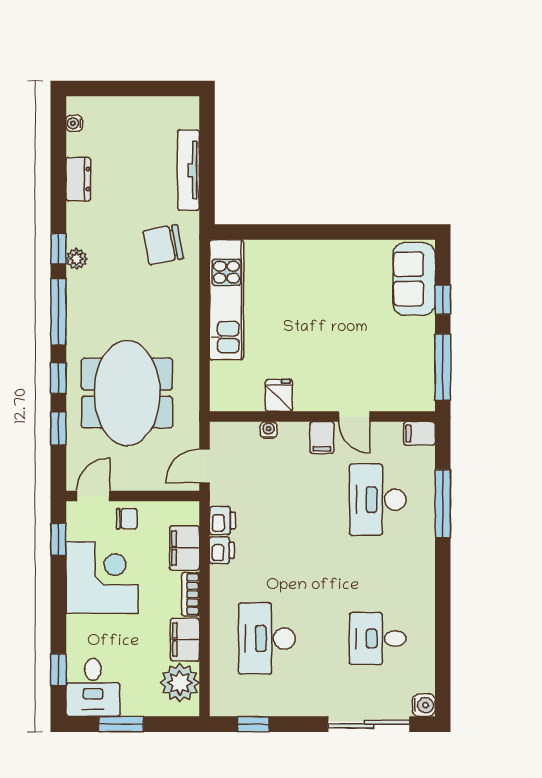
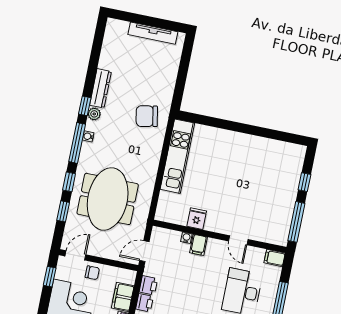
water cooler: (74, 123) -> (88, 136), moved
tv unit: (188, 170) -> (153, 33), moved, turned -90
dresser: (78, 179) -> (101, 88), moved, width x1.44
sofa: (414, 279) -> (290, 166), removed
filing cabinet: (322, 438) -> (199, 245), moved

